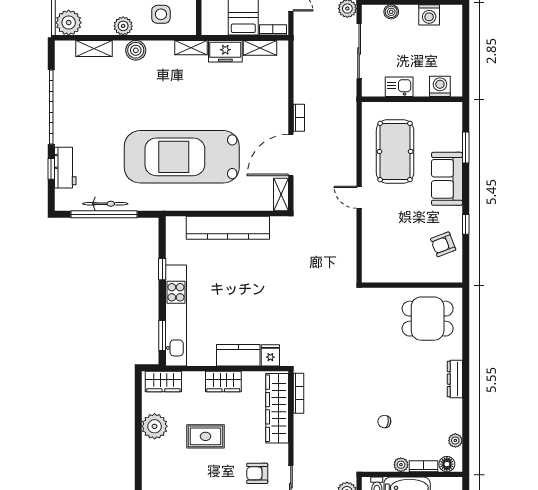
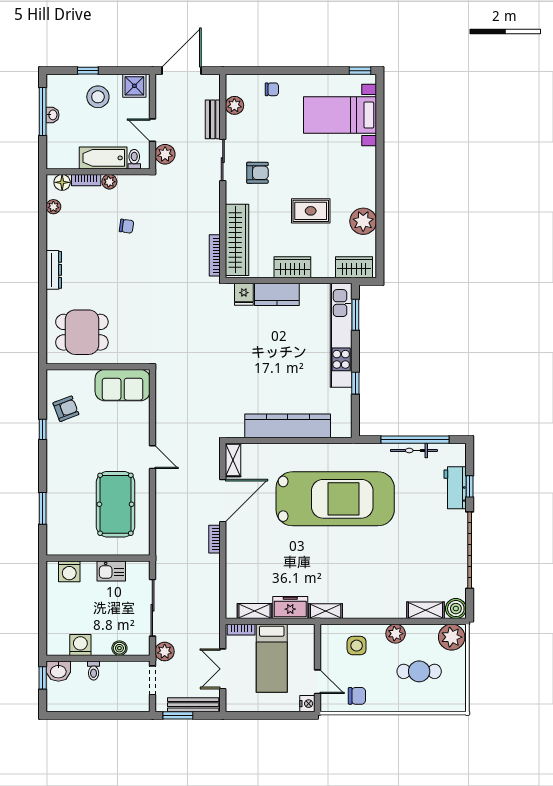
boiler: (136, 50) -> (456, 609), moved
sofa: (447, 179) -> (123, 385), moved, turned 90

